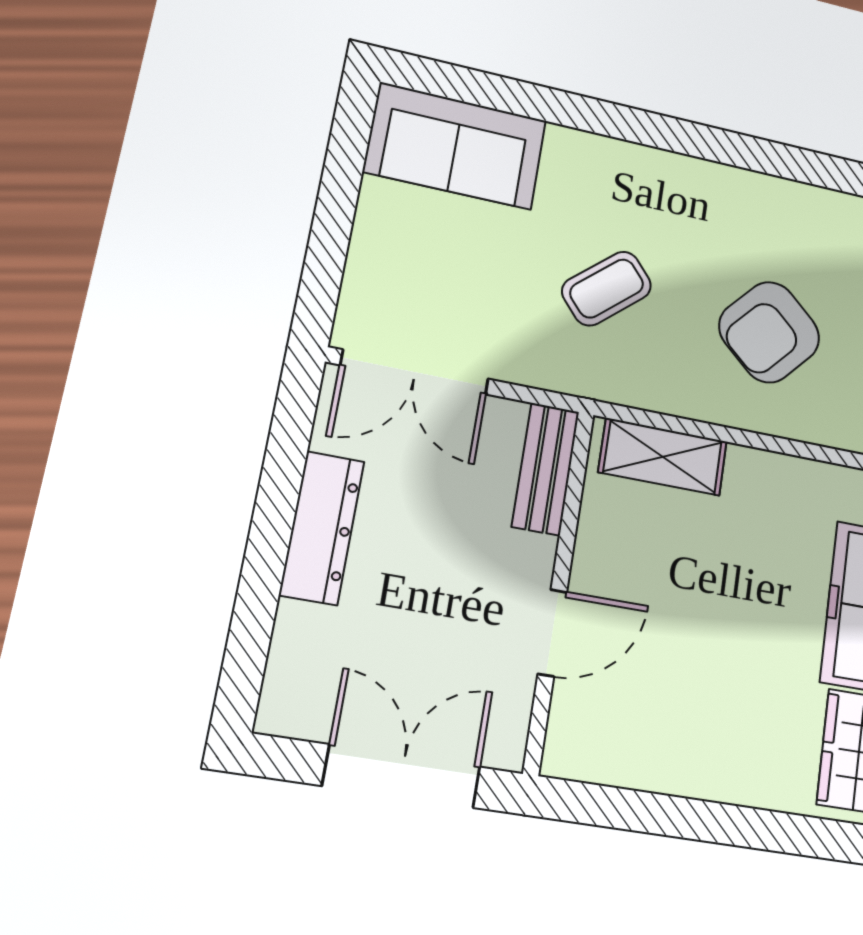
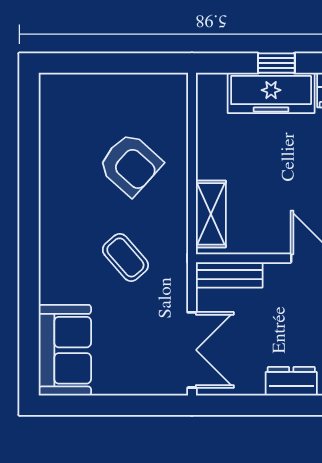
dresser: (322, 528) -> (291, 381), width x0.70

